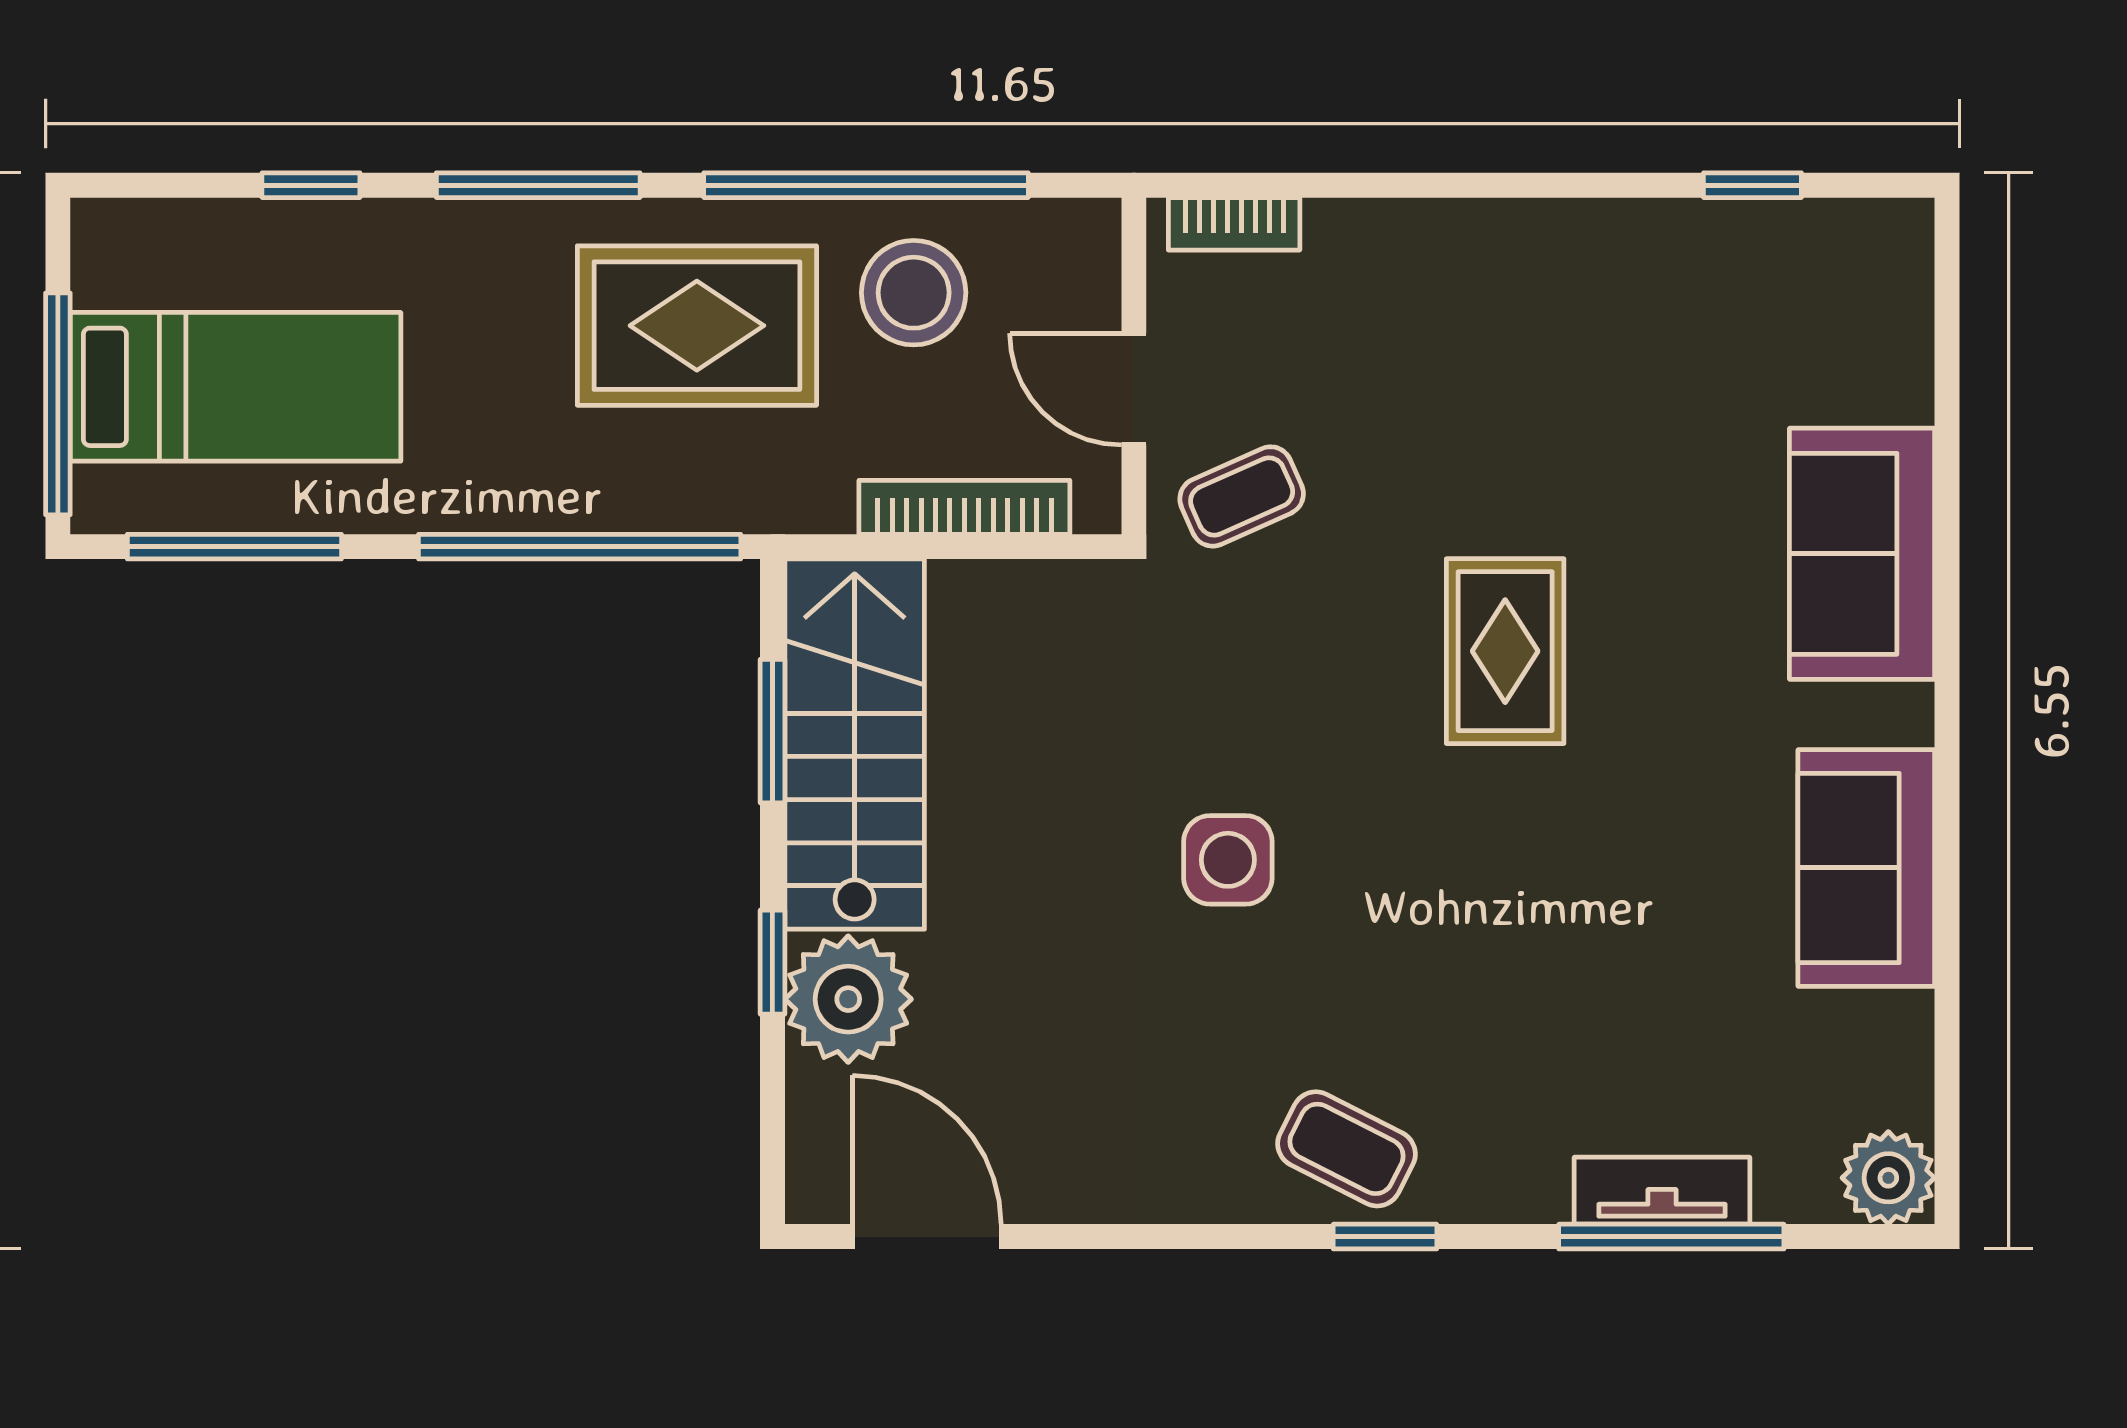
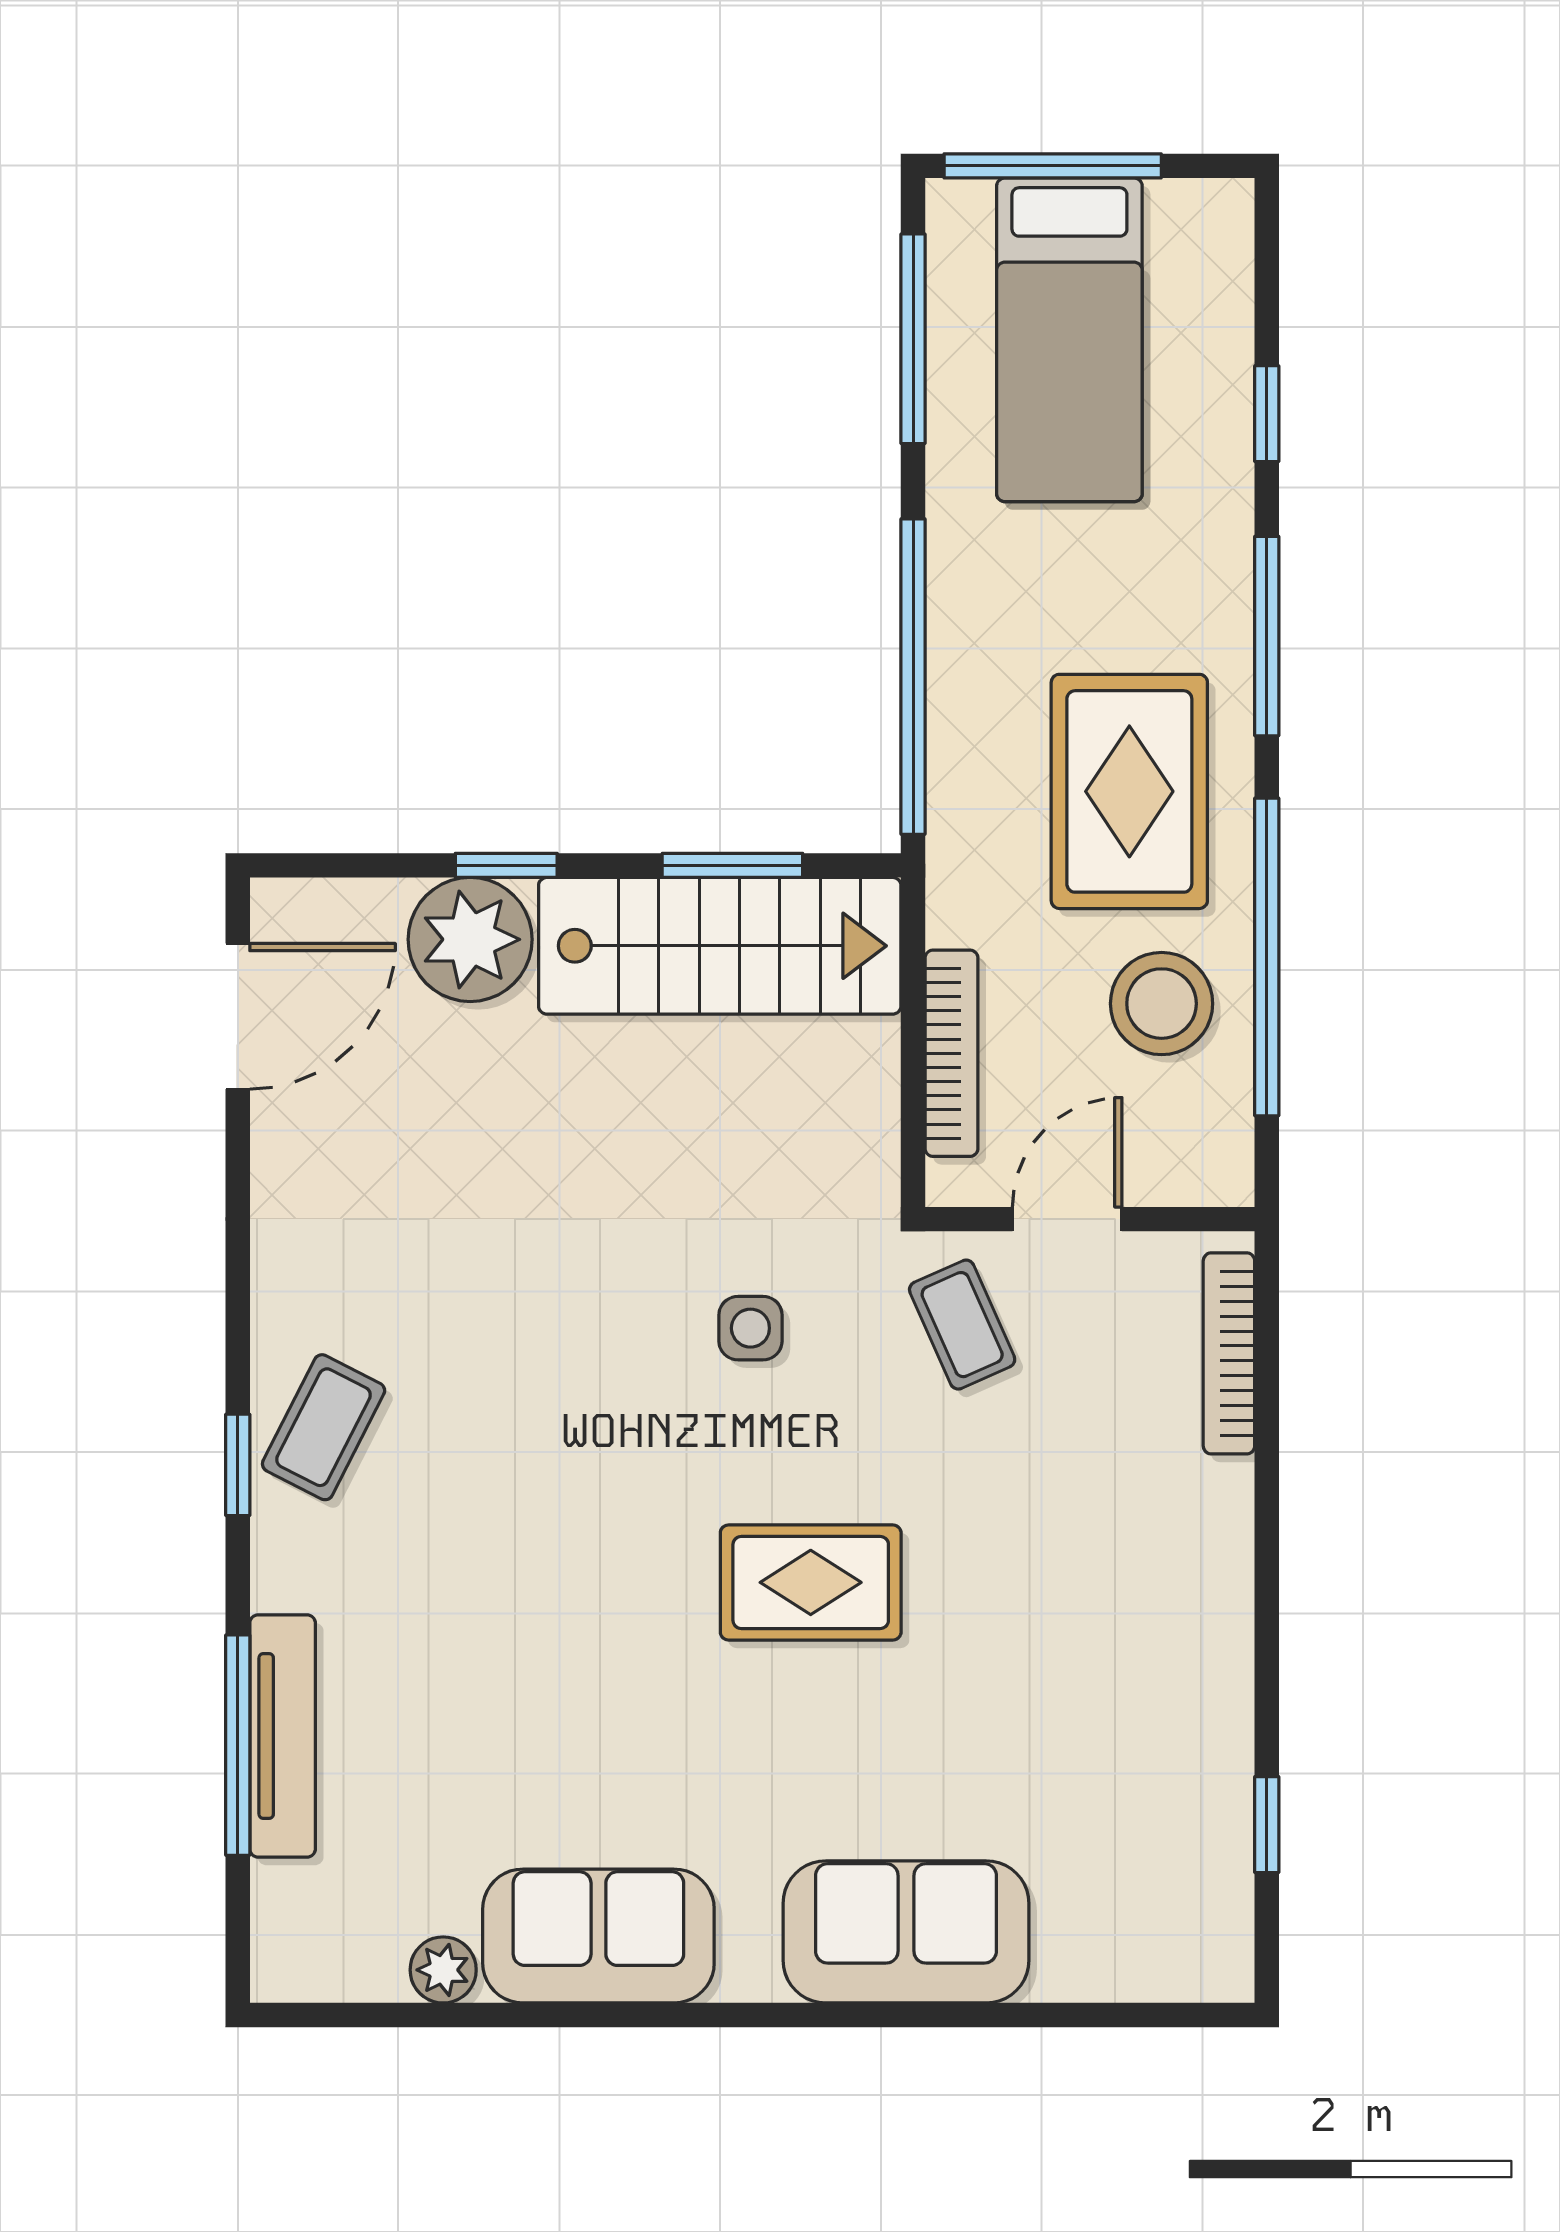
bookcase: (1234, 224) -> (1229, 1353), width x1.56
side table: (1228, 860) -> (750, 1328), moved, width x0.73, depth x0.73
plant: (1888, 1178) -> (443, 1970), moved, width x0.73, depth x0.73
tv unit: (1662, 1191) -> (283, 1736), width x1.41

